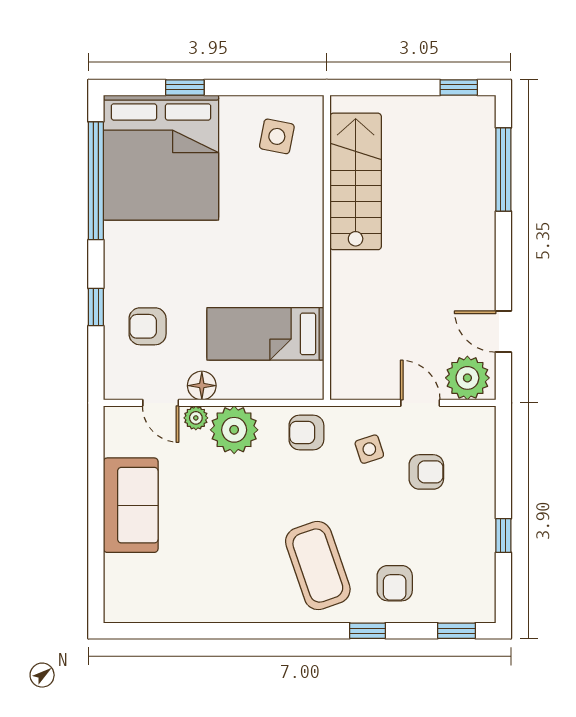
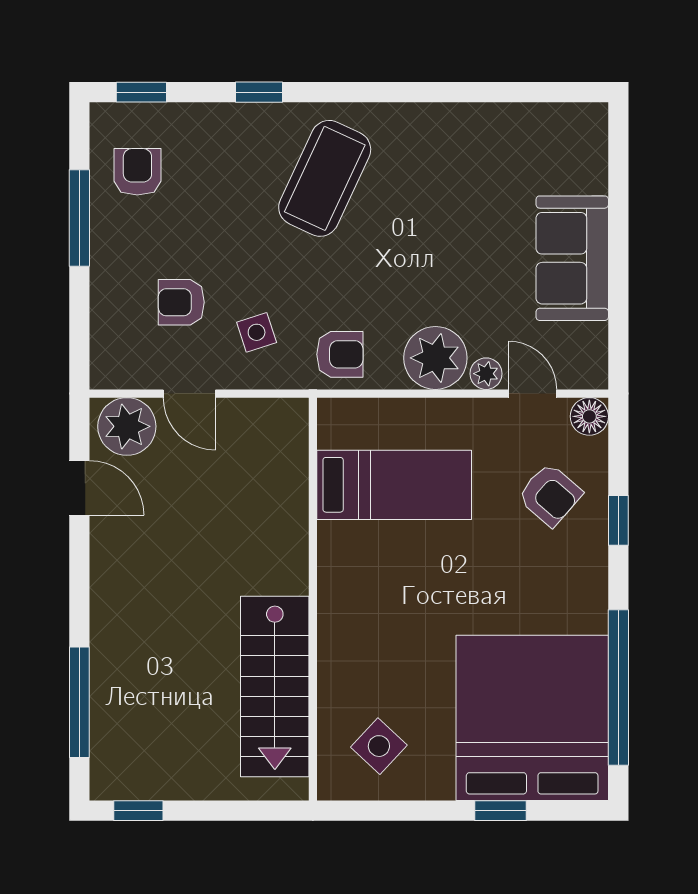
side table: (277, 136) -> (379, 746), turned 32
armchair: (148, 326) -> (550, 495), turned 41
floor lamp: (202, 386) -> (589, 416), moved
window: (503, 536) -> (79, 218), width x2.17
coffee table: (318, 566) -> (325, 178), turned 44
armchair: (395, 583) -> (137, 172), moved

